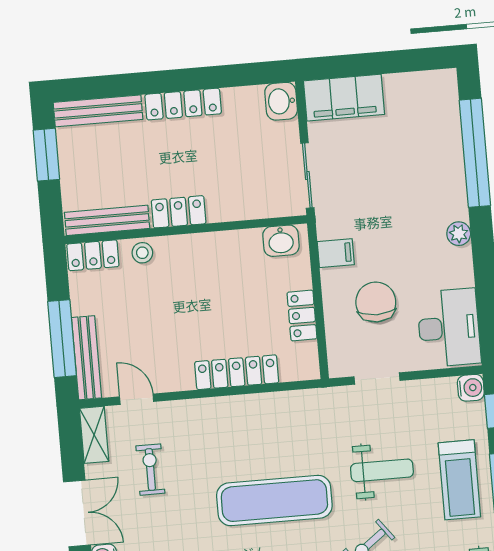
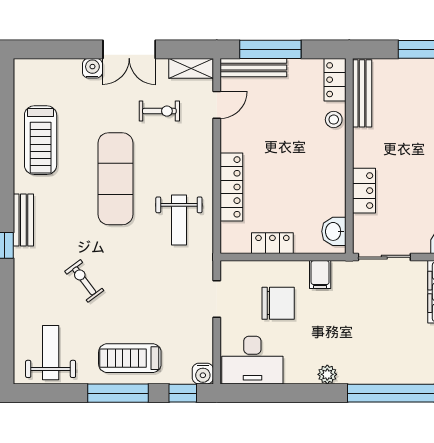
locker: (179, 212) -> (364, 191), moved
weight bench: (382, 470) -> (179, 220), moved
exercise mat: (274, 501) -> (115, 179), moved

